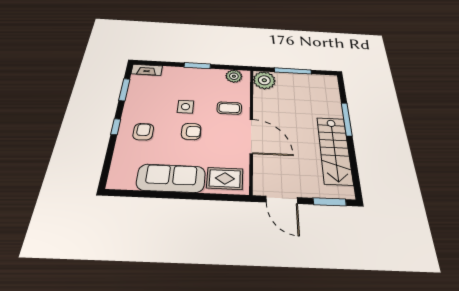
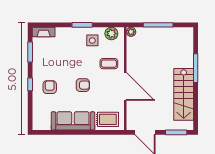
plant: (264, 80) -> (131, 32), width x0.53, depth x0.53
side table: (186, 107) -> (92, 40), moved

